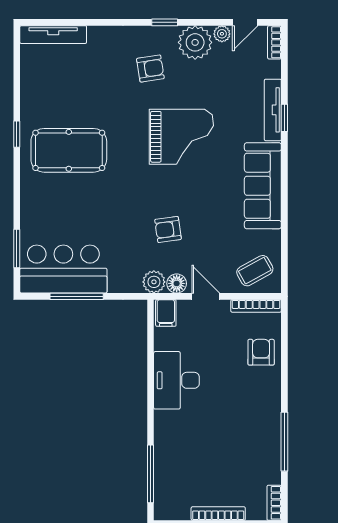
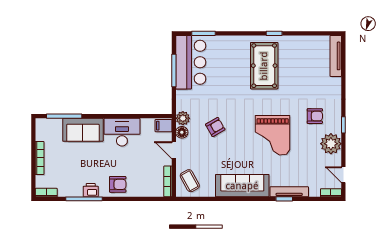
plant: (222, 34) -> (336, 160), removed
armchair: (150, 69) -> (315, 116), turned -81
armchair: (168, 229) -> (215, 127), turned 68
door: (206, 296) -> (174, 150), swing flipped
armchair: (261, 352) -> (118, 184), moved
printer: (270, 431) -> (91, 190), added
sofa: (173, 443) -> (83, 130), added

